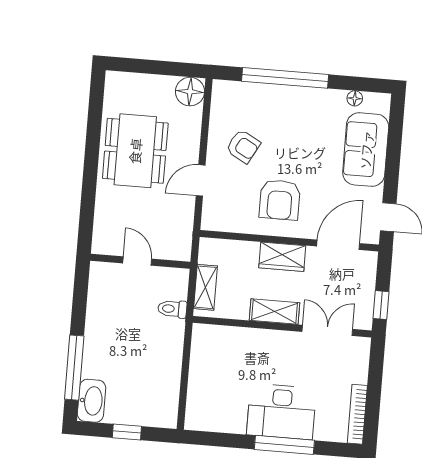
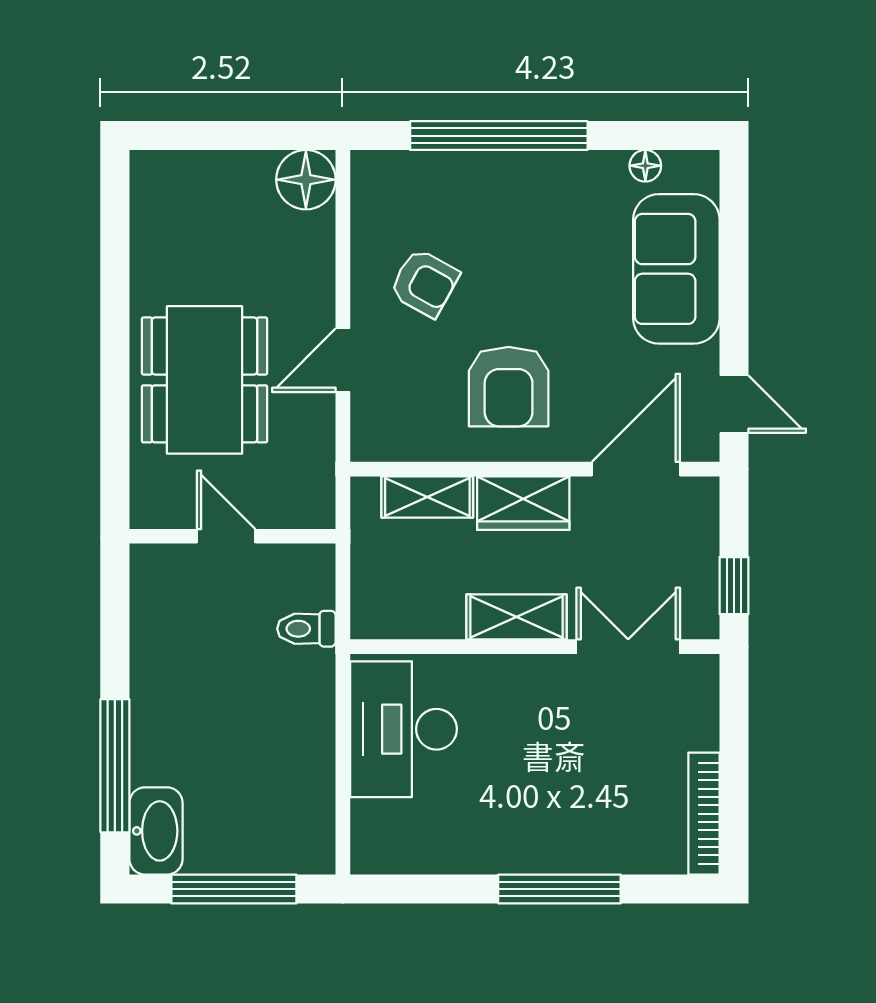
dining table: (135, 151) -> (204, 380), moved
shelving: (205, 287) -> (427, 497), moved, turned 90
desk: (281, 412) -> (403, 729), moved, turned 90
window: (127, 432) -> (234, 889), width x2.17

